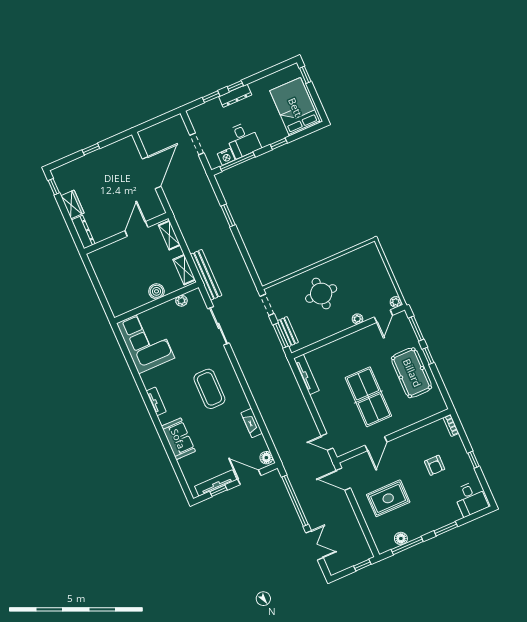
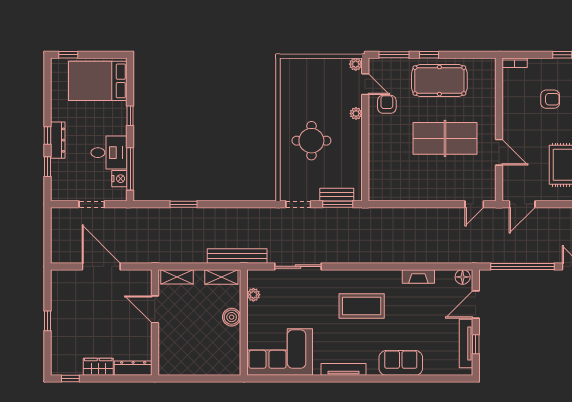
armchair: (375, 340) -> (387, 104), added
tv unit: (306, 374) -> (392, 195), removed
tv unit: (156, 401) -> (343, 369), width x1.41

